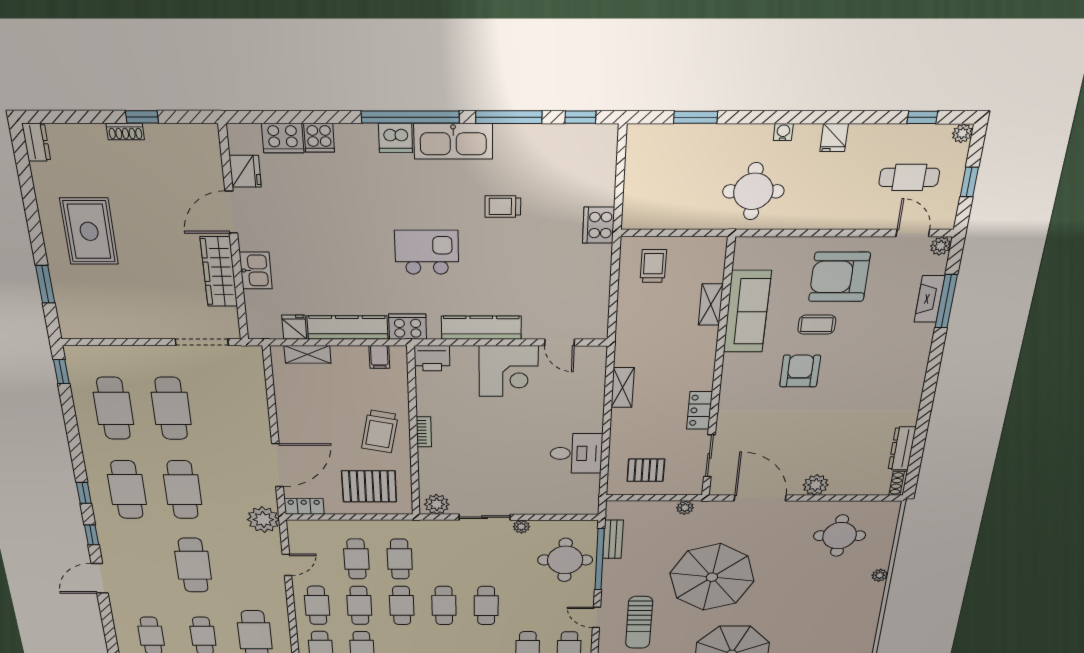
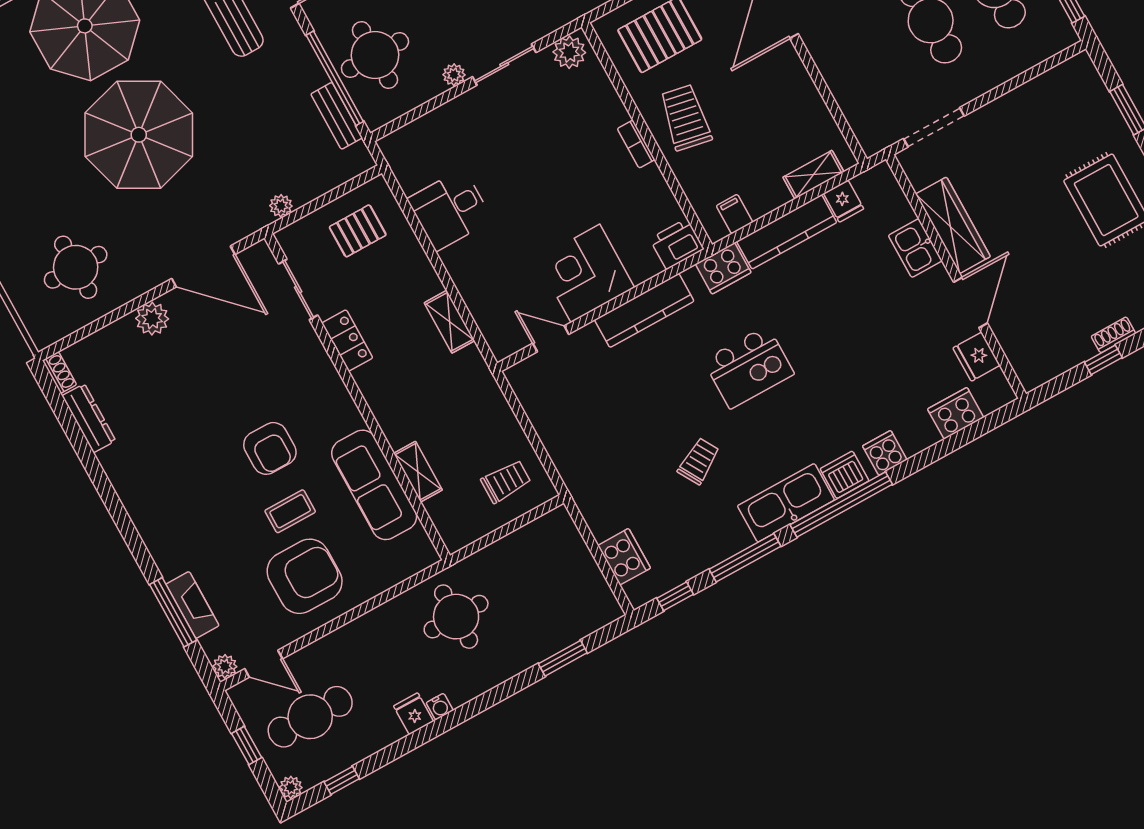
water cooler: (783, 132) -> (440, 707), moved
cooker: (319, 138) -> (885, 453), moved
cafe table: (909, 177) -> (310, 717), width x1.37, depth x1.35
trolley: (503, 206) -> (699, 461), turned -30
cooker: (599, 225) -> (624, 557), moved
trolley: (653, 266) -> (506, 481), turned -90
parasol: (712, 577) -> (139, 135), moved

